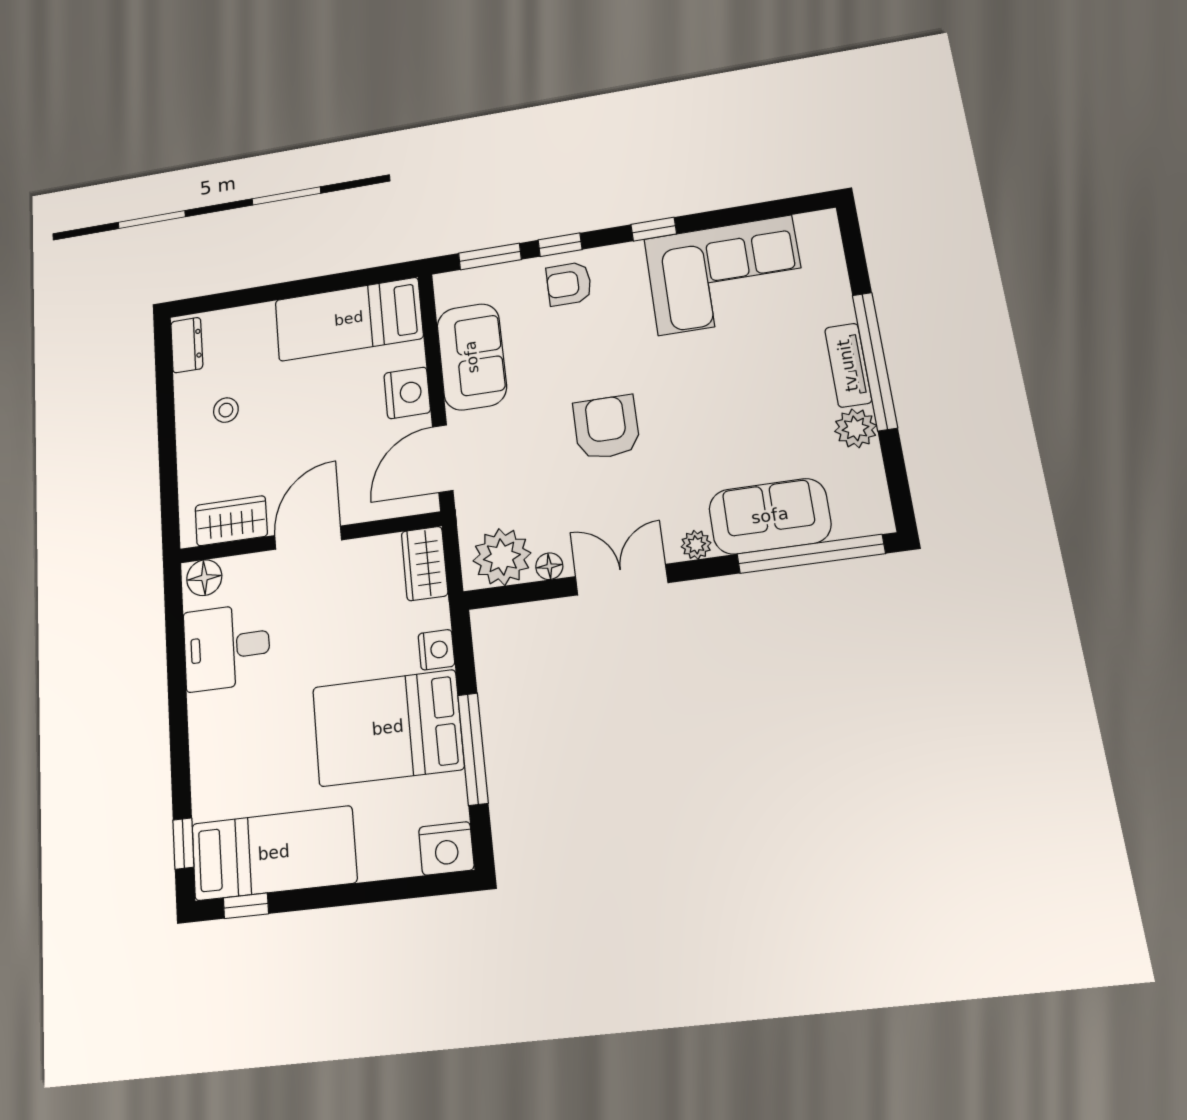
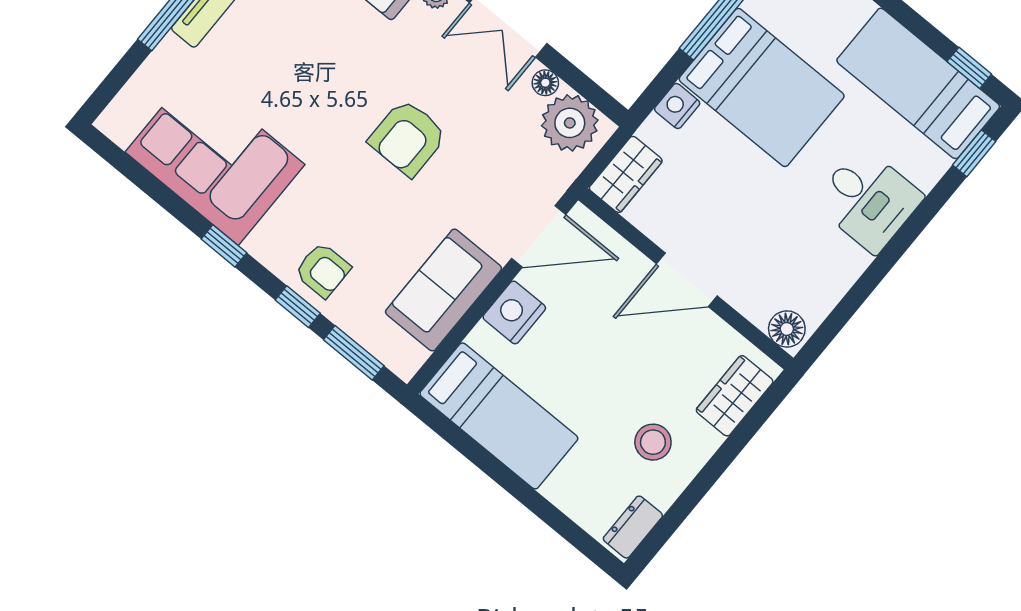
stool: (226, 410) -> (653, 442), width x1.37, depth x1.37
wardrobe: (231, 521) -> (735, 396), moved, turned 90
desk: (227, 647) -> (868, 200), moved

